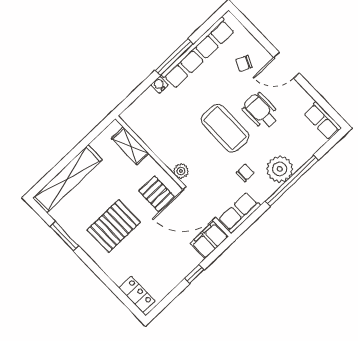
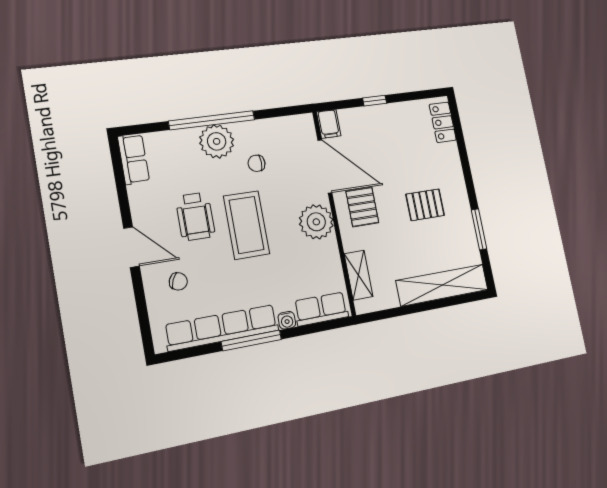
plant: (181, 171) -> (316, 222), width x1.87, depth x1.87
row of seats: (239, 213) -> (321, 309), moved, turned 180
pallet: (114, 226) -> (425, 205), width x0.67, depth x0.71
filing cabinet: (209, 240) -> (329, 124), width x0.50

